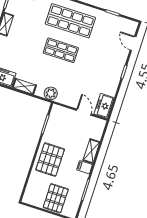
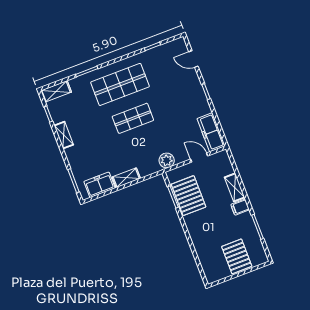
plant: (51, 93) -> (167, 160), moved
freezer: (104, 106) -> (211, 132), width x1.40
pallet: (50, 160) -> (189, 196), moved

